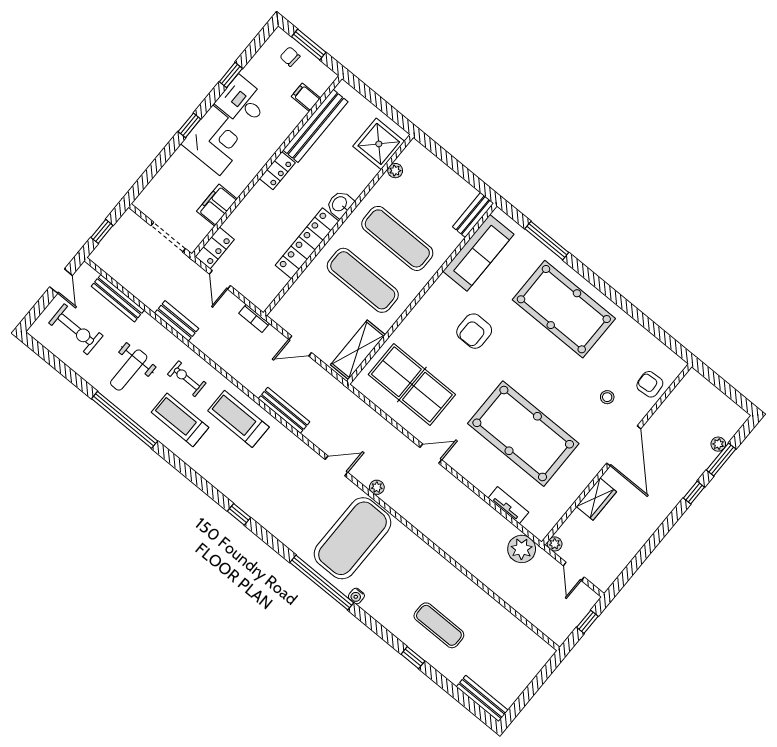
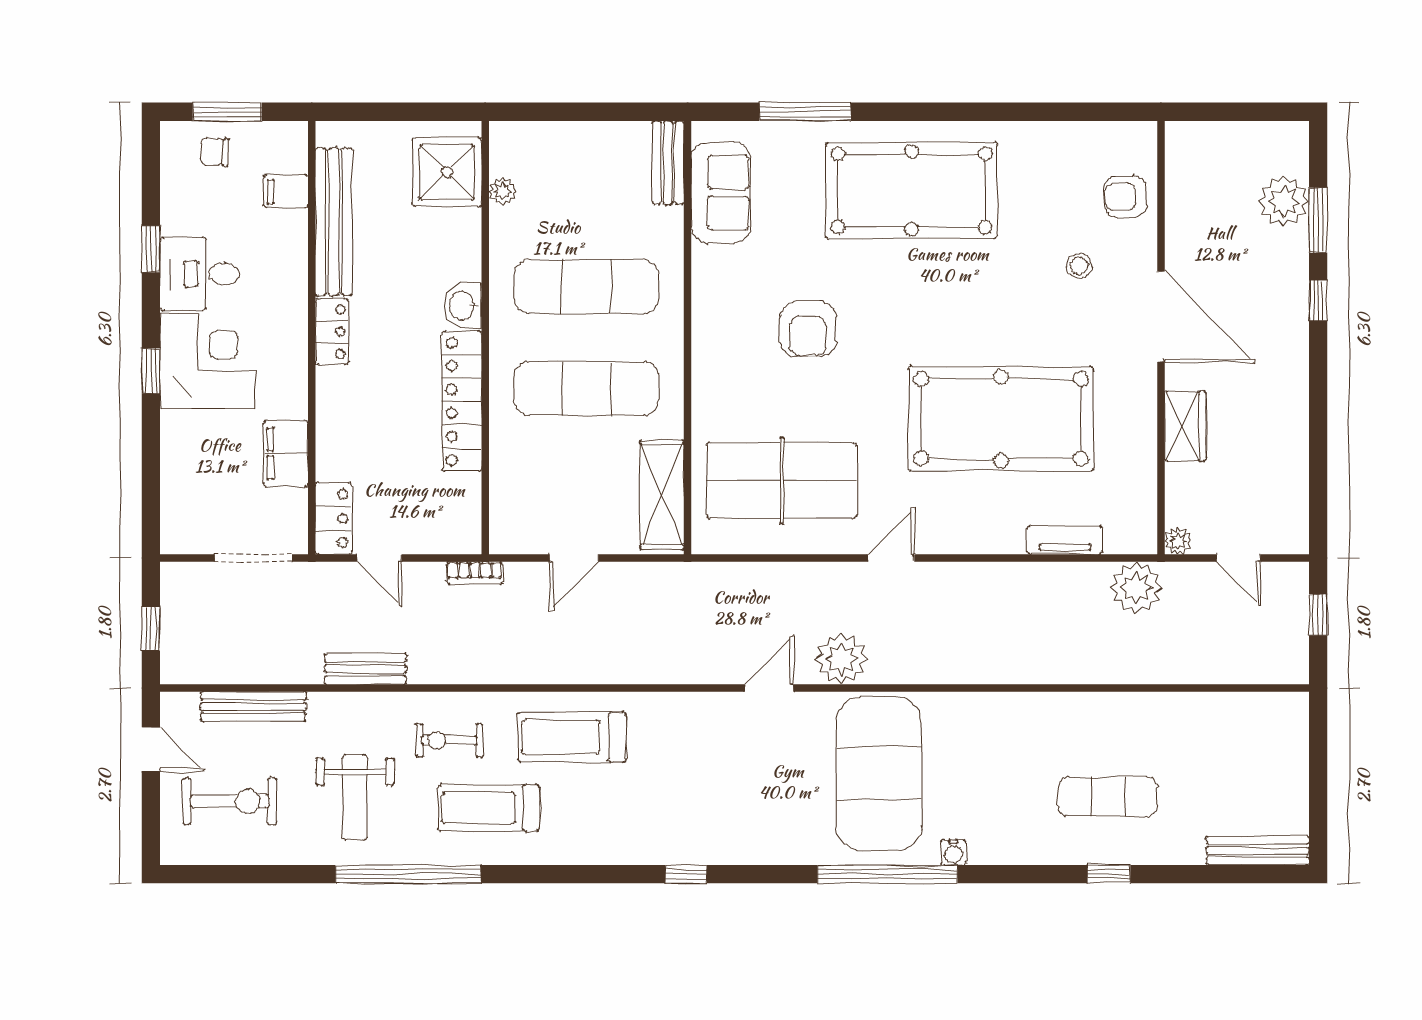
sofa: (478, 253) -> (721, 193), width x0.73
bench: (284, 410) -> (628, 670), removed
plant: (718, 444) -> (1284, 201), width x1.88, depth x1.88
plant: (377, 487) -> (841, 659), width x1.88, depth x1.88

